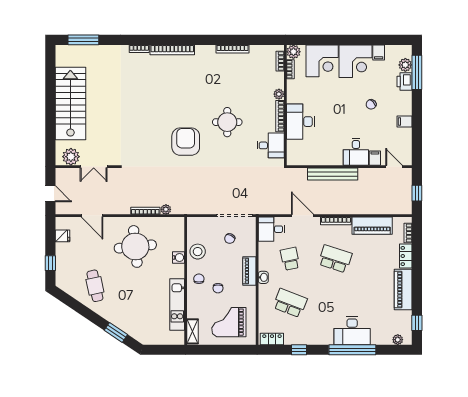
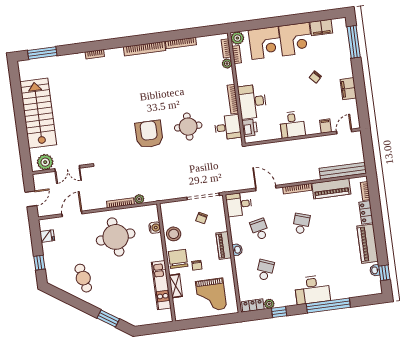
bookcase: (172, 50) -> (145, 49), moved
filing cabinet: (379, 52) -> (321, 27), width x2.00
plant: (405, 65) -> (342, 36), removed
printer: (405, 81) -> (250, 128), moved, turned 180
plant: (279, 94) -> (227, 64), moved
filing cabinet: (405, 121) -> (348, 89), width x2.00
round table: (227, 122) -> (188, 127), moved
desk: (356, 152) -> (292, 125), moved
door: (394, 167) -> (344, 131), hinge flipped
bench: (333, 174) -> (343, 171), moved
window: (417, 193) -> (368, 153), removed
door: (50, 194) -> (31, 199), hinge flipped
door: (92, 216) -> (72, 214), swing flipped
water cooler: (179, 257) -> (155, 228), moved
school desk: (335, 259) -> (301, 224), width x0.54
chair: (199, 279) -> (178, 259), width x1.87, depth x1.87
school desk: (290, 303) -> (265, 270), width x0.54
washbasin: (407, 319) -> (375, 270), added
grand piano: (229, 322) -> (211, 295), turned -90
shelving: (193, 331) -> (176, 286), moved
desk: (352, 331) -> (312, 290), moved
plant: (398, 340) -> (269, 304), moved

